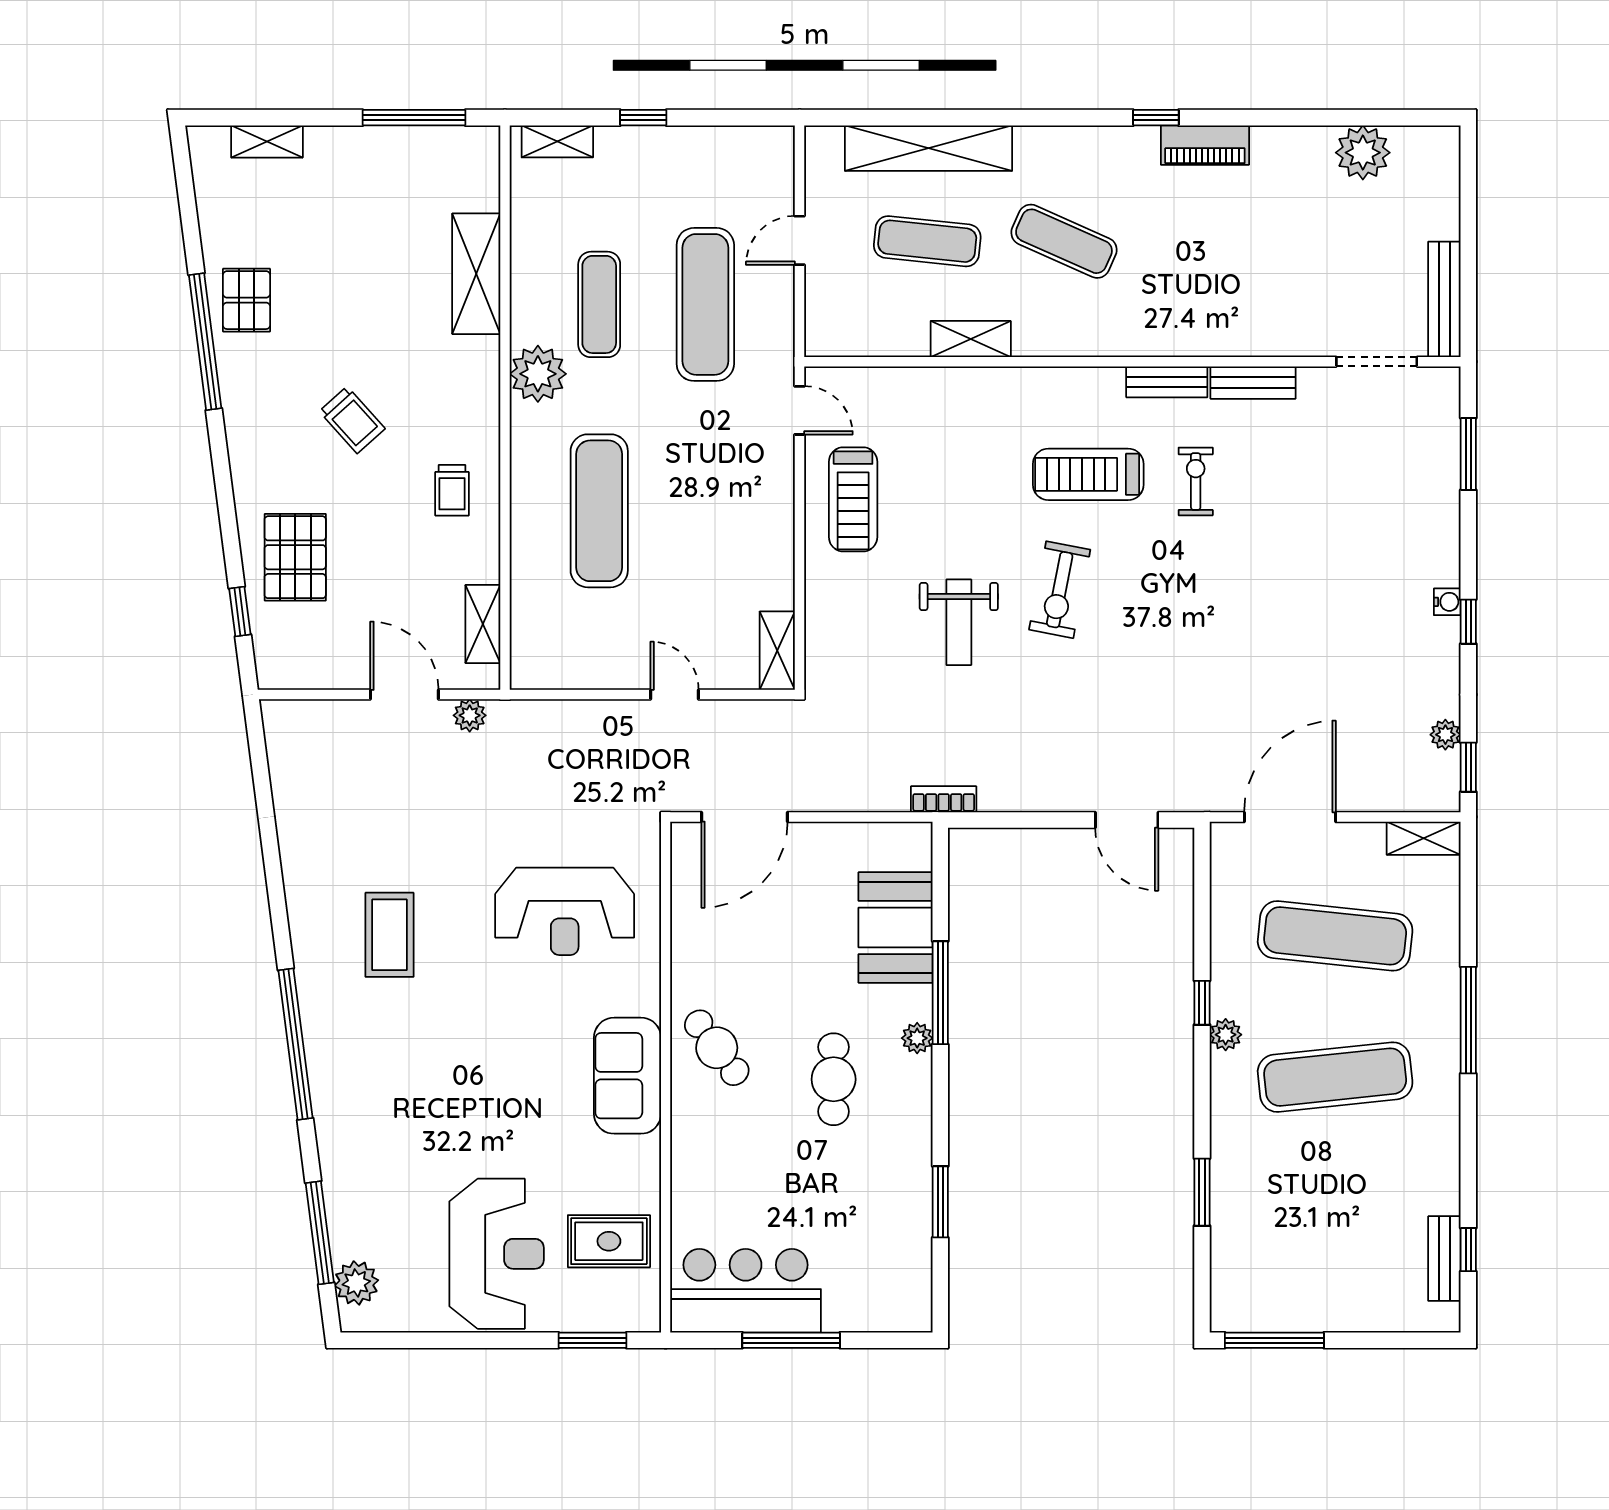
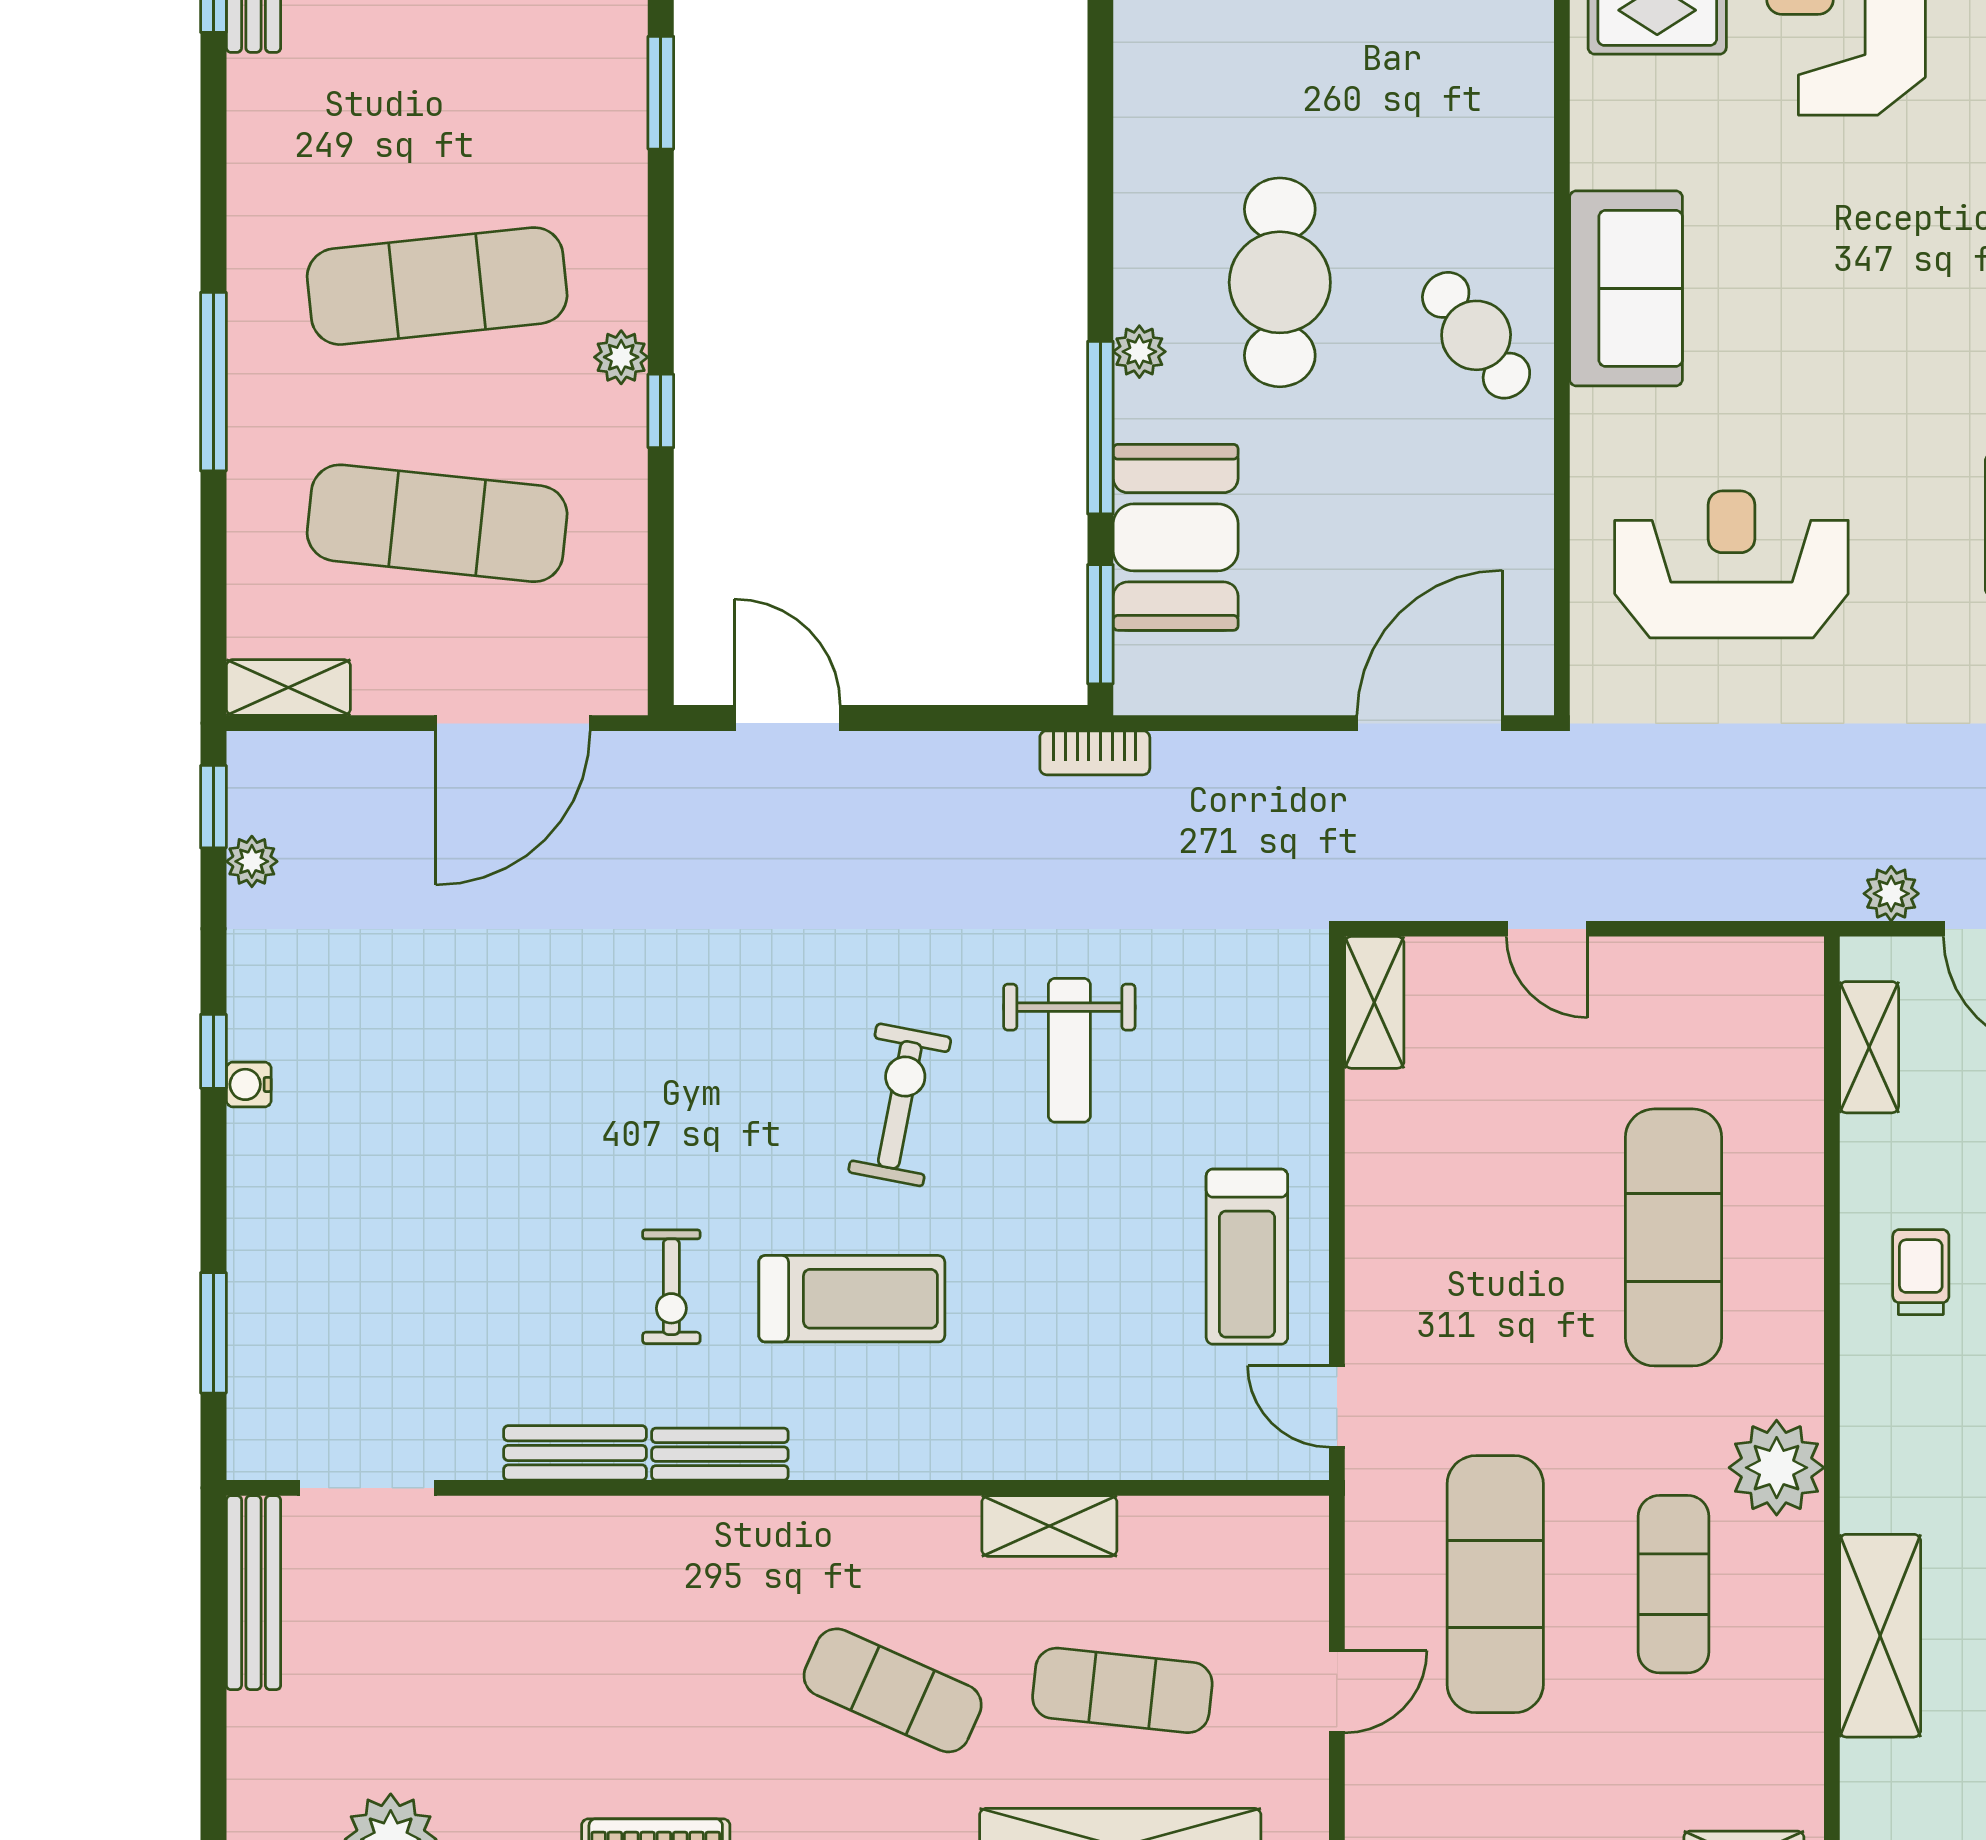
treadmill: (853, 499) -> (1247, 1257), turned 180
weight bench: (959, 622) -> (1069, 1050), turned 180
cafe table: (834, 1079) -> (1280, 282), width x1.37, depth x1.35
window: (940, 1202) -> (1100, 624), moved

